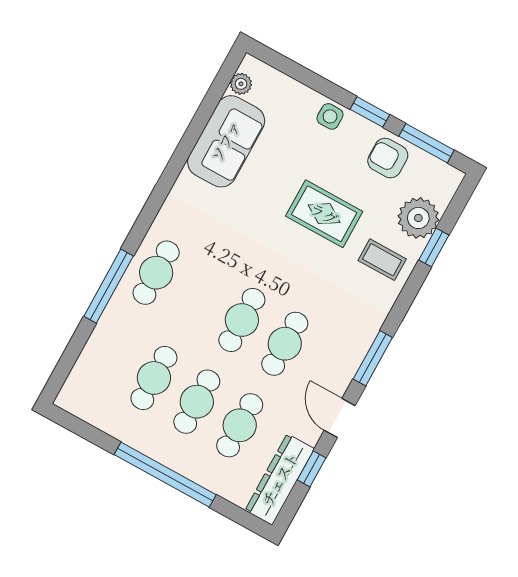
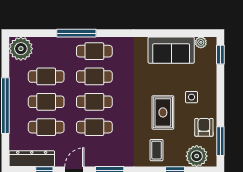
window: (370, 112) -> (220, 55), moved
side table: (330, 116) -> (191, 97), moved
plant: (418, 218) -> (197, 156), moved
cafe table: (199, 296) -> (94, 76), added
plant: (83, 395) -> (21, 49), added

